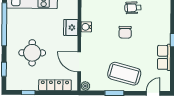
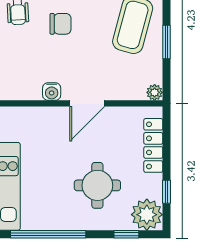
fridge: (71, 27) -> (53, 119), removed
door: (79, 62) -> (87, 103), moved
plant: (15, 81) -> (147, 215), added

